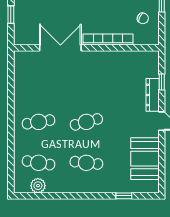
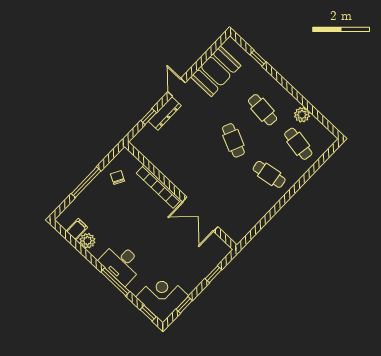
cafe table: (86, 122) -> (233, 140), turned 39
plant: (38, 186) -> (302, 115), moved

